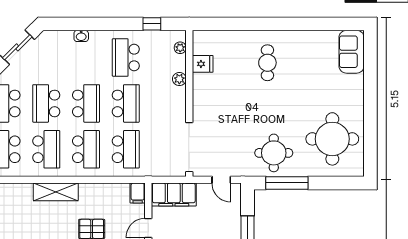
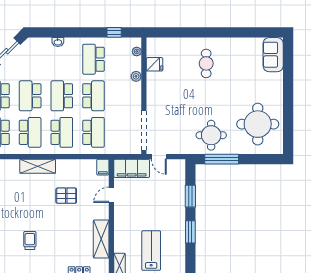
school desk: (86, 103) -> (62, 96), turned 180
door: (221, 180) -> (159, 157), moved

